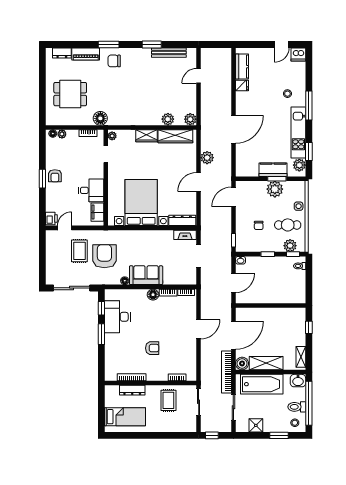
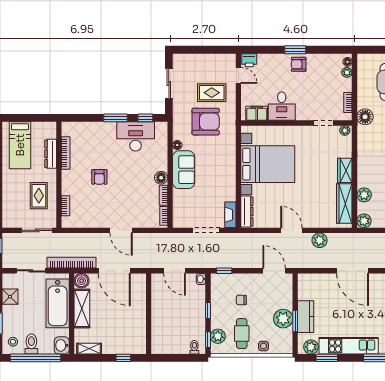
sliding door: (72, 288) -> (169, 84), width x0.73
rug: (168, 400) -> (39, 196), turned 90

